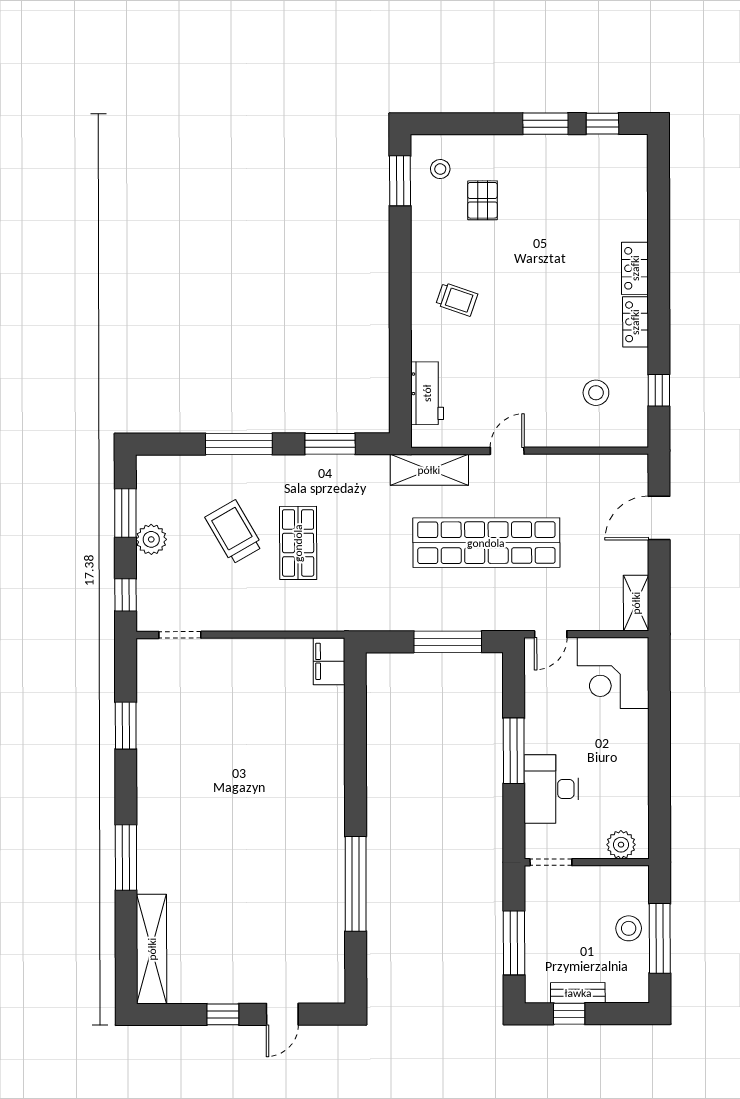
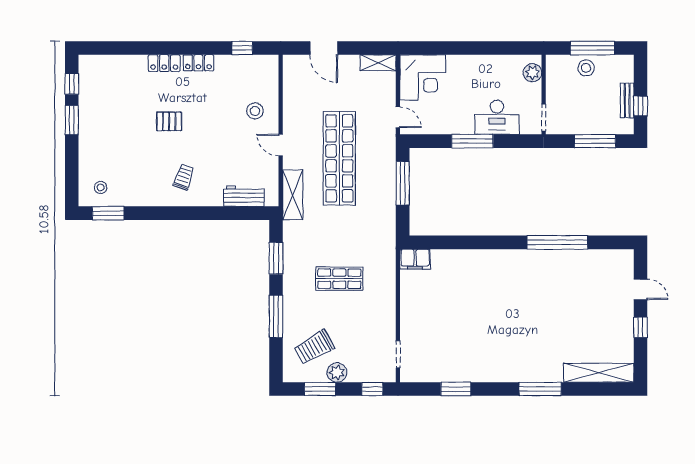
pallet: (482, 200) -> (169, 121), moved
stool: (596, 393) -> (255, 111), moved
trolley: (234, 532) -> (314, 347), moved

